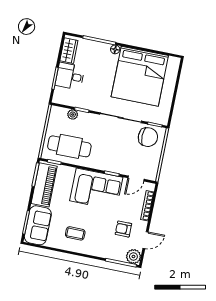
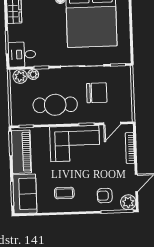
desk: (70, 76) -> (22, 54), moved
plant: (60, 114) -> (20, 77), added
chair: (148, 137) -> (97, 93), moved
cafe table: (69, 146) -> (55, 105), moved
armchair: (123, 229) -> (105, 196), moved

